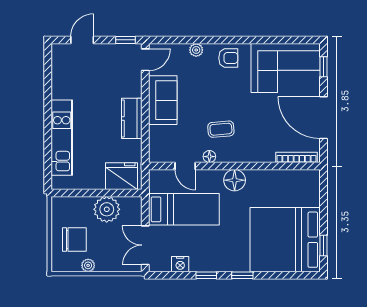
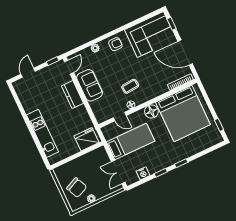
kitchen counter: (132, 118) -> (73, 95), moved
plant: (107, 209) -> (87, 162), removed
chair: (74, 239) -> (77, 188), turned 65
bed: (285, 240) -> (183, 113), moved, turned -90

